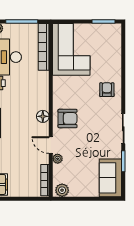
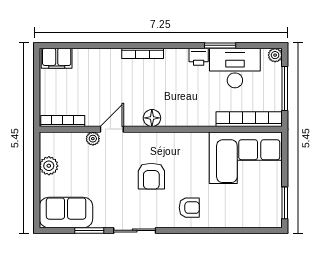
armchair: (68, 118) -> (151, 176), moved
plant: (62, 190) -> (49, 166), moved

